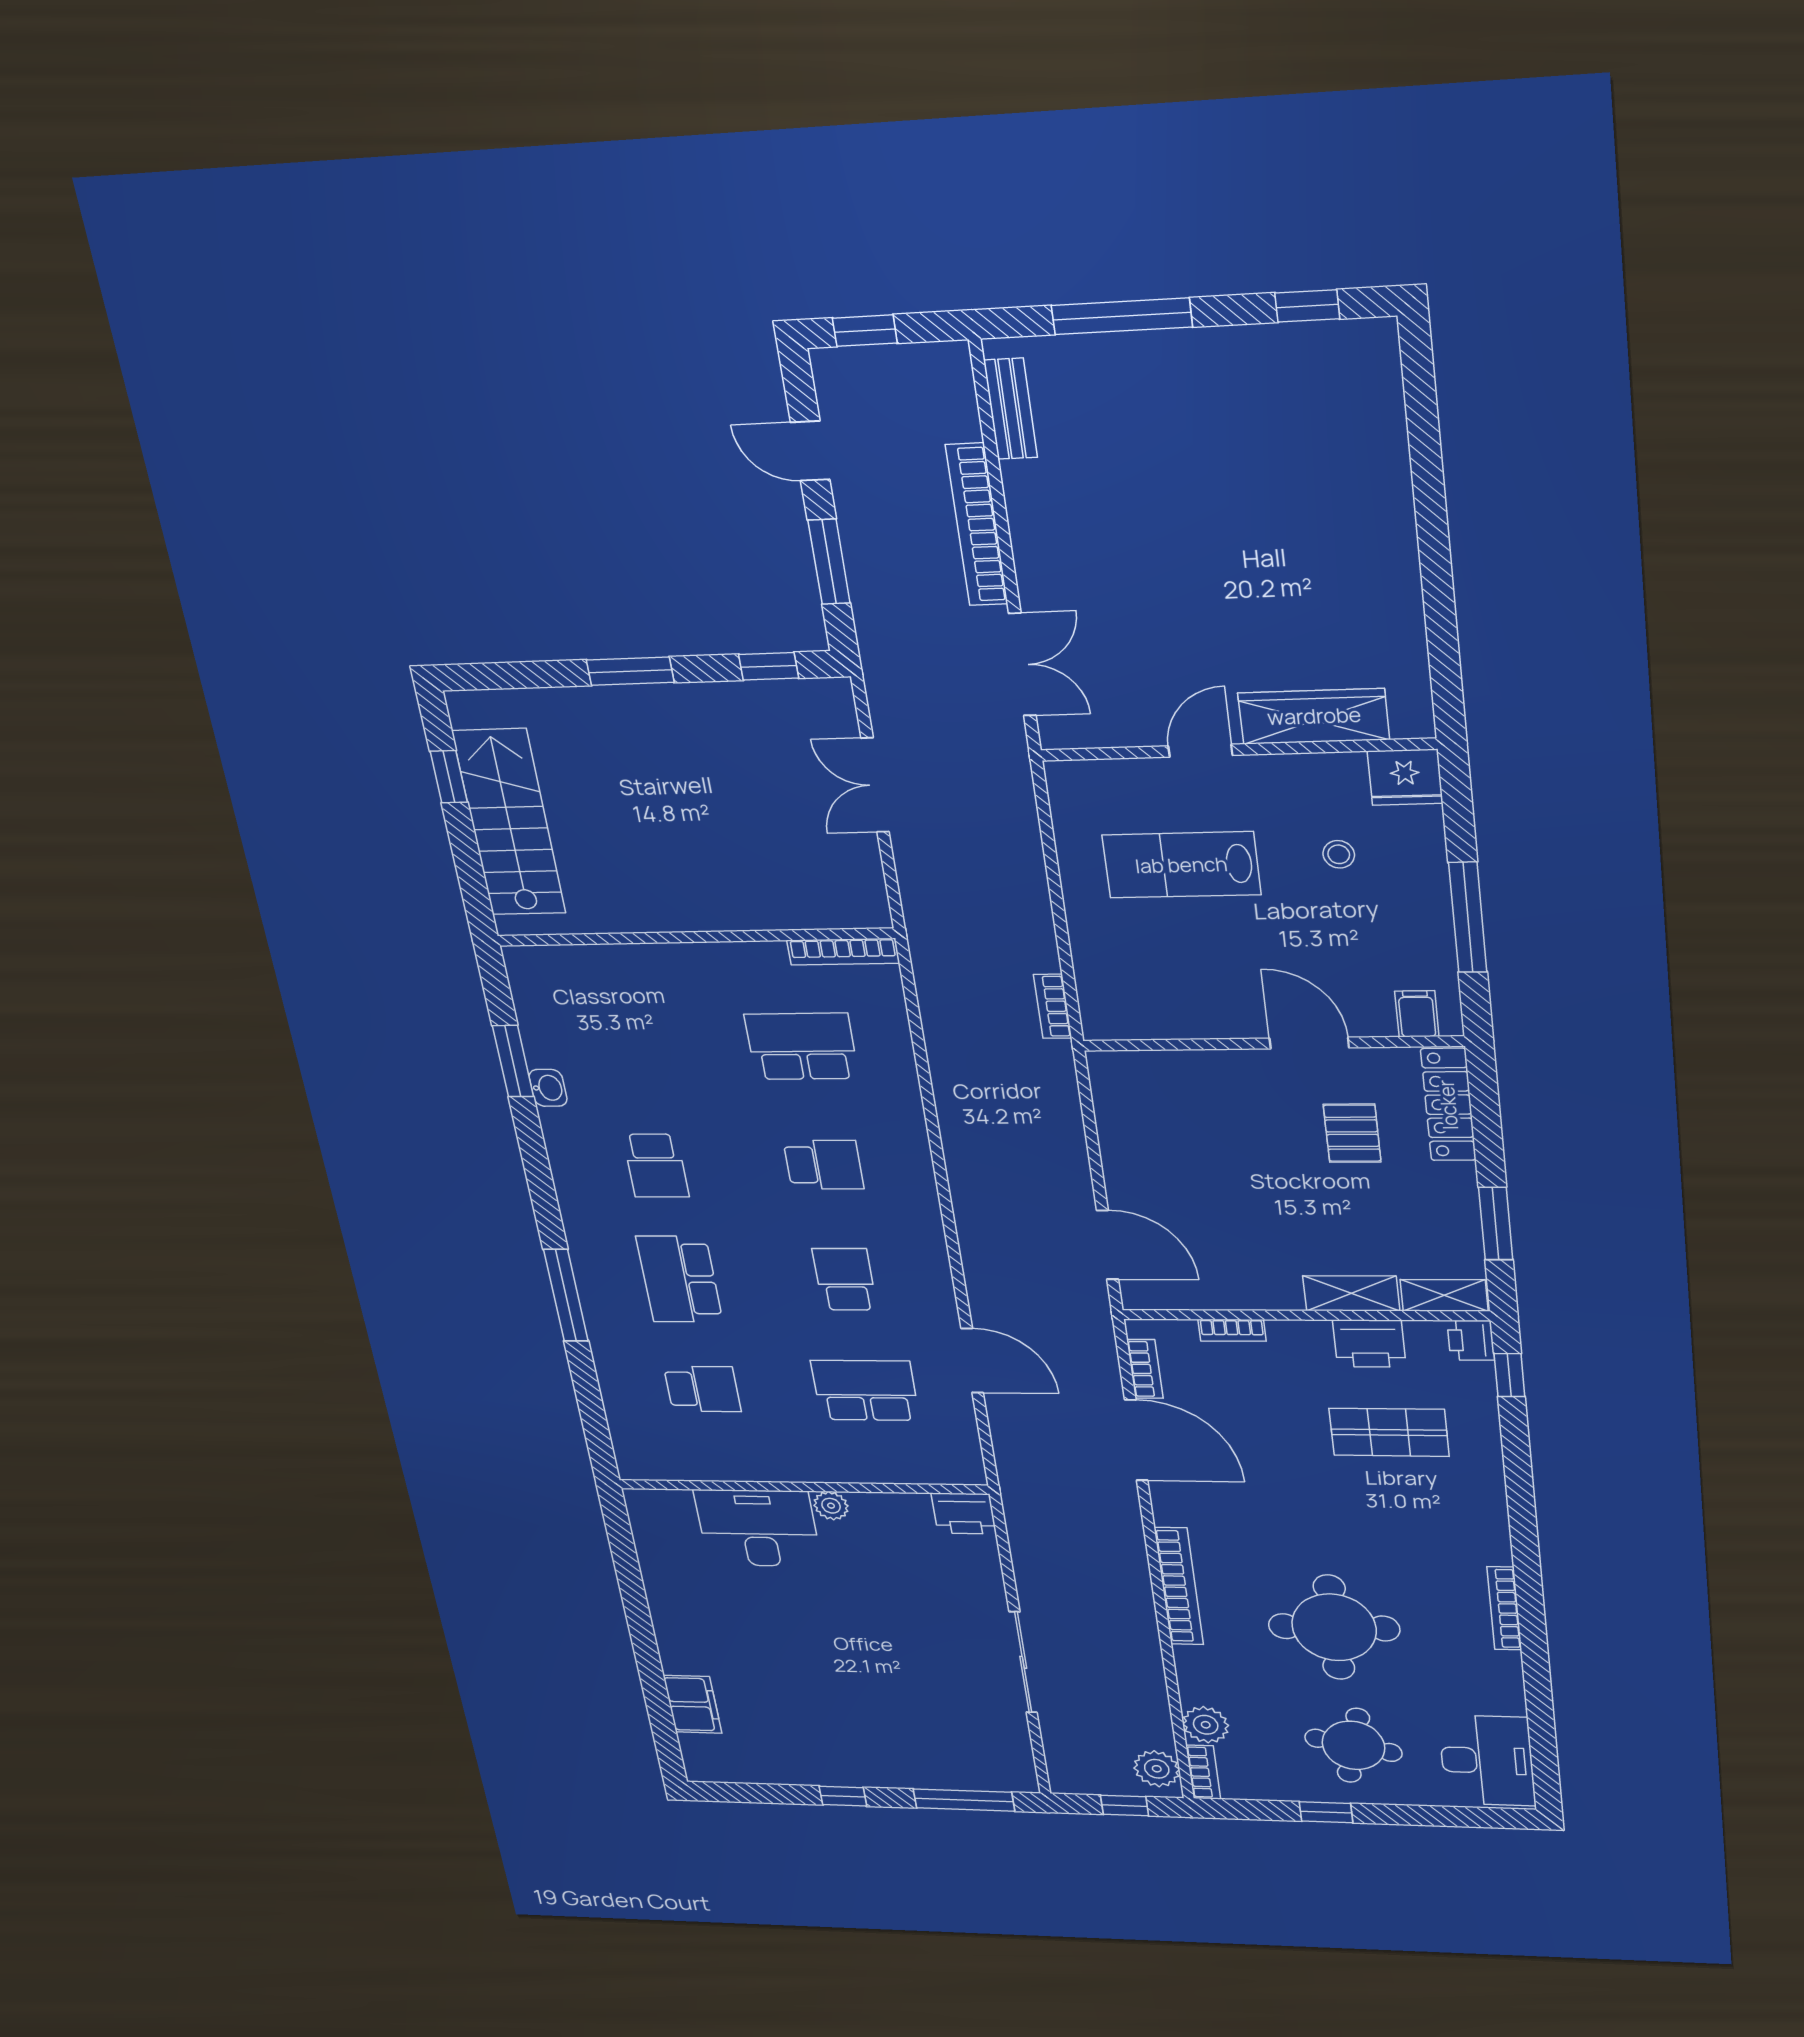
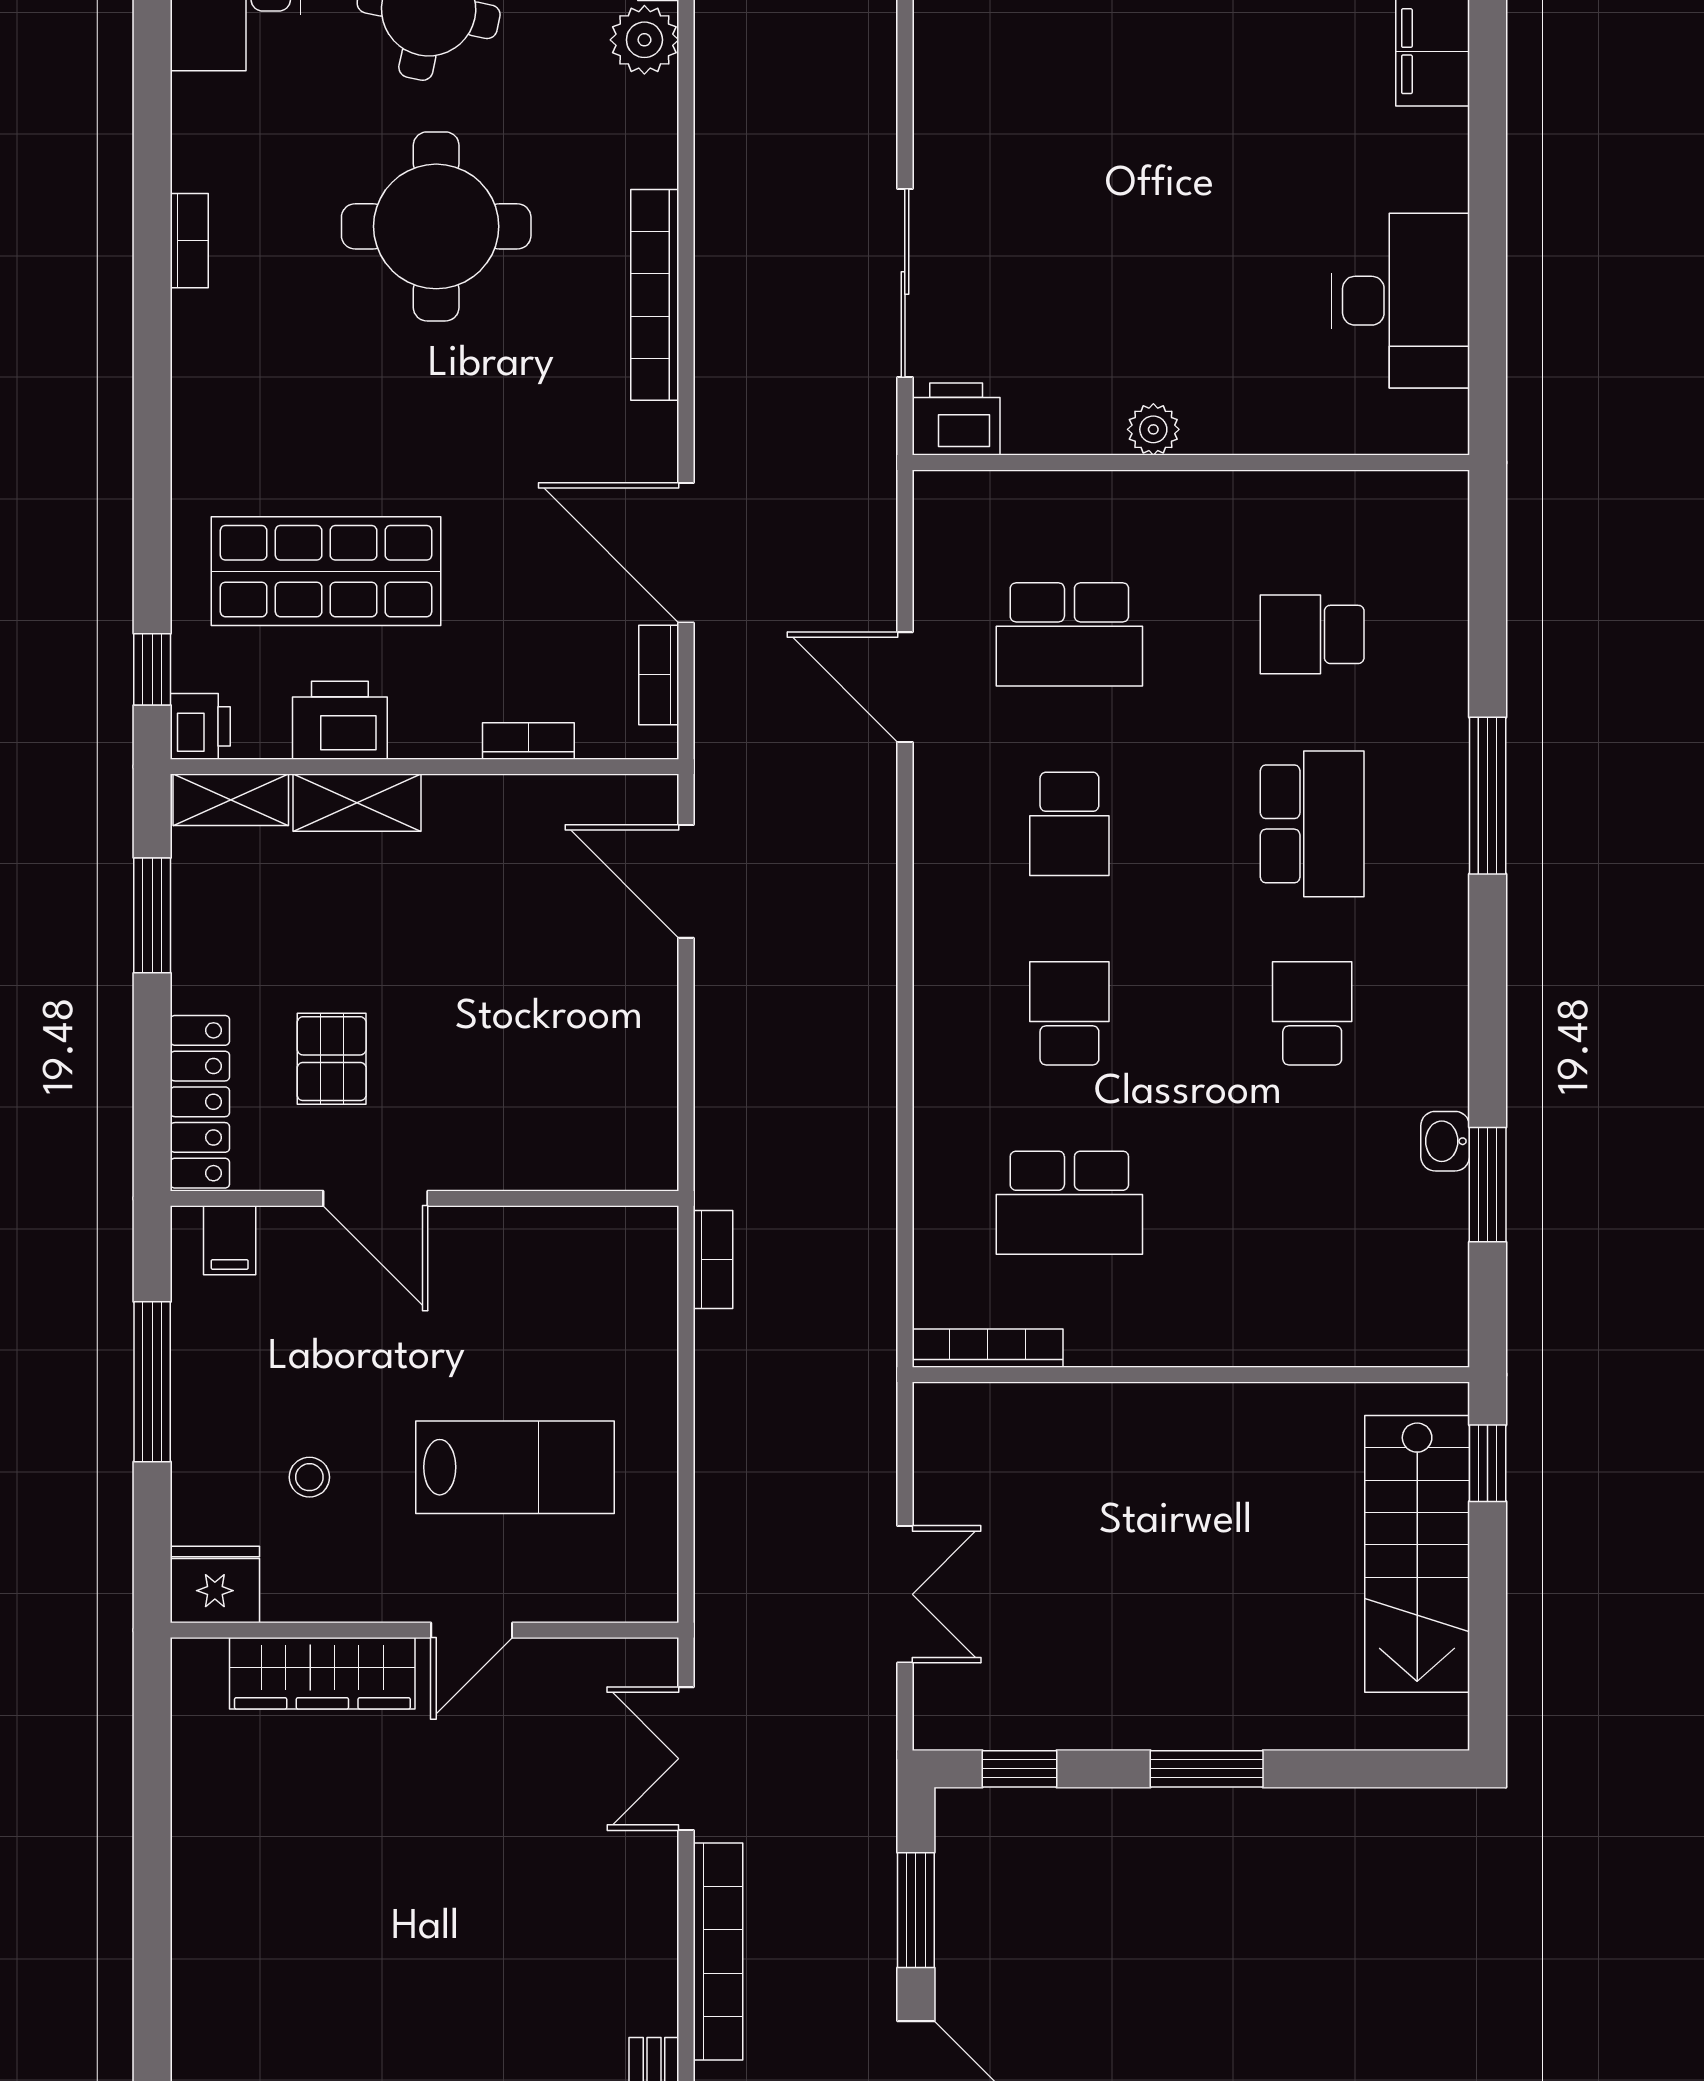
window: (449, 777) -> (1488, 1463), moved
school desk: (823, 1165) -> (1069, 1013), turned 90
shop shelf: (1389, 1432) -> (326, 571), width x1.43, depth x1.36
desk: (758, 1528) -> (1401, 301), moved, turned -90
bookcase: (1504, 1608) -> (189, 241), width x0.64
sliding door: (1023, 1662) -> (905, 283), moved

